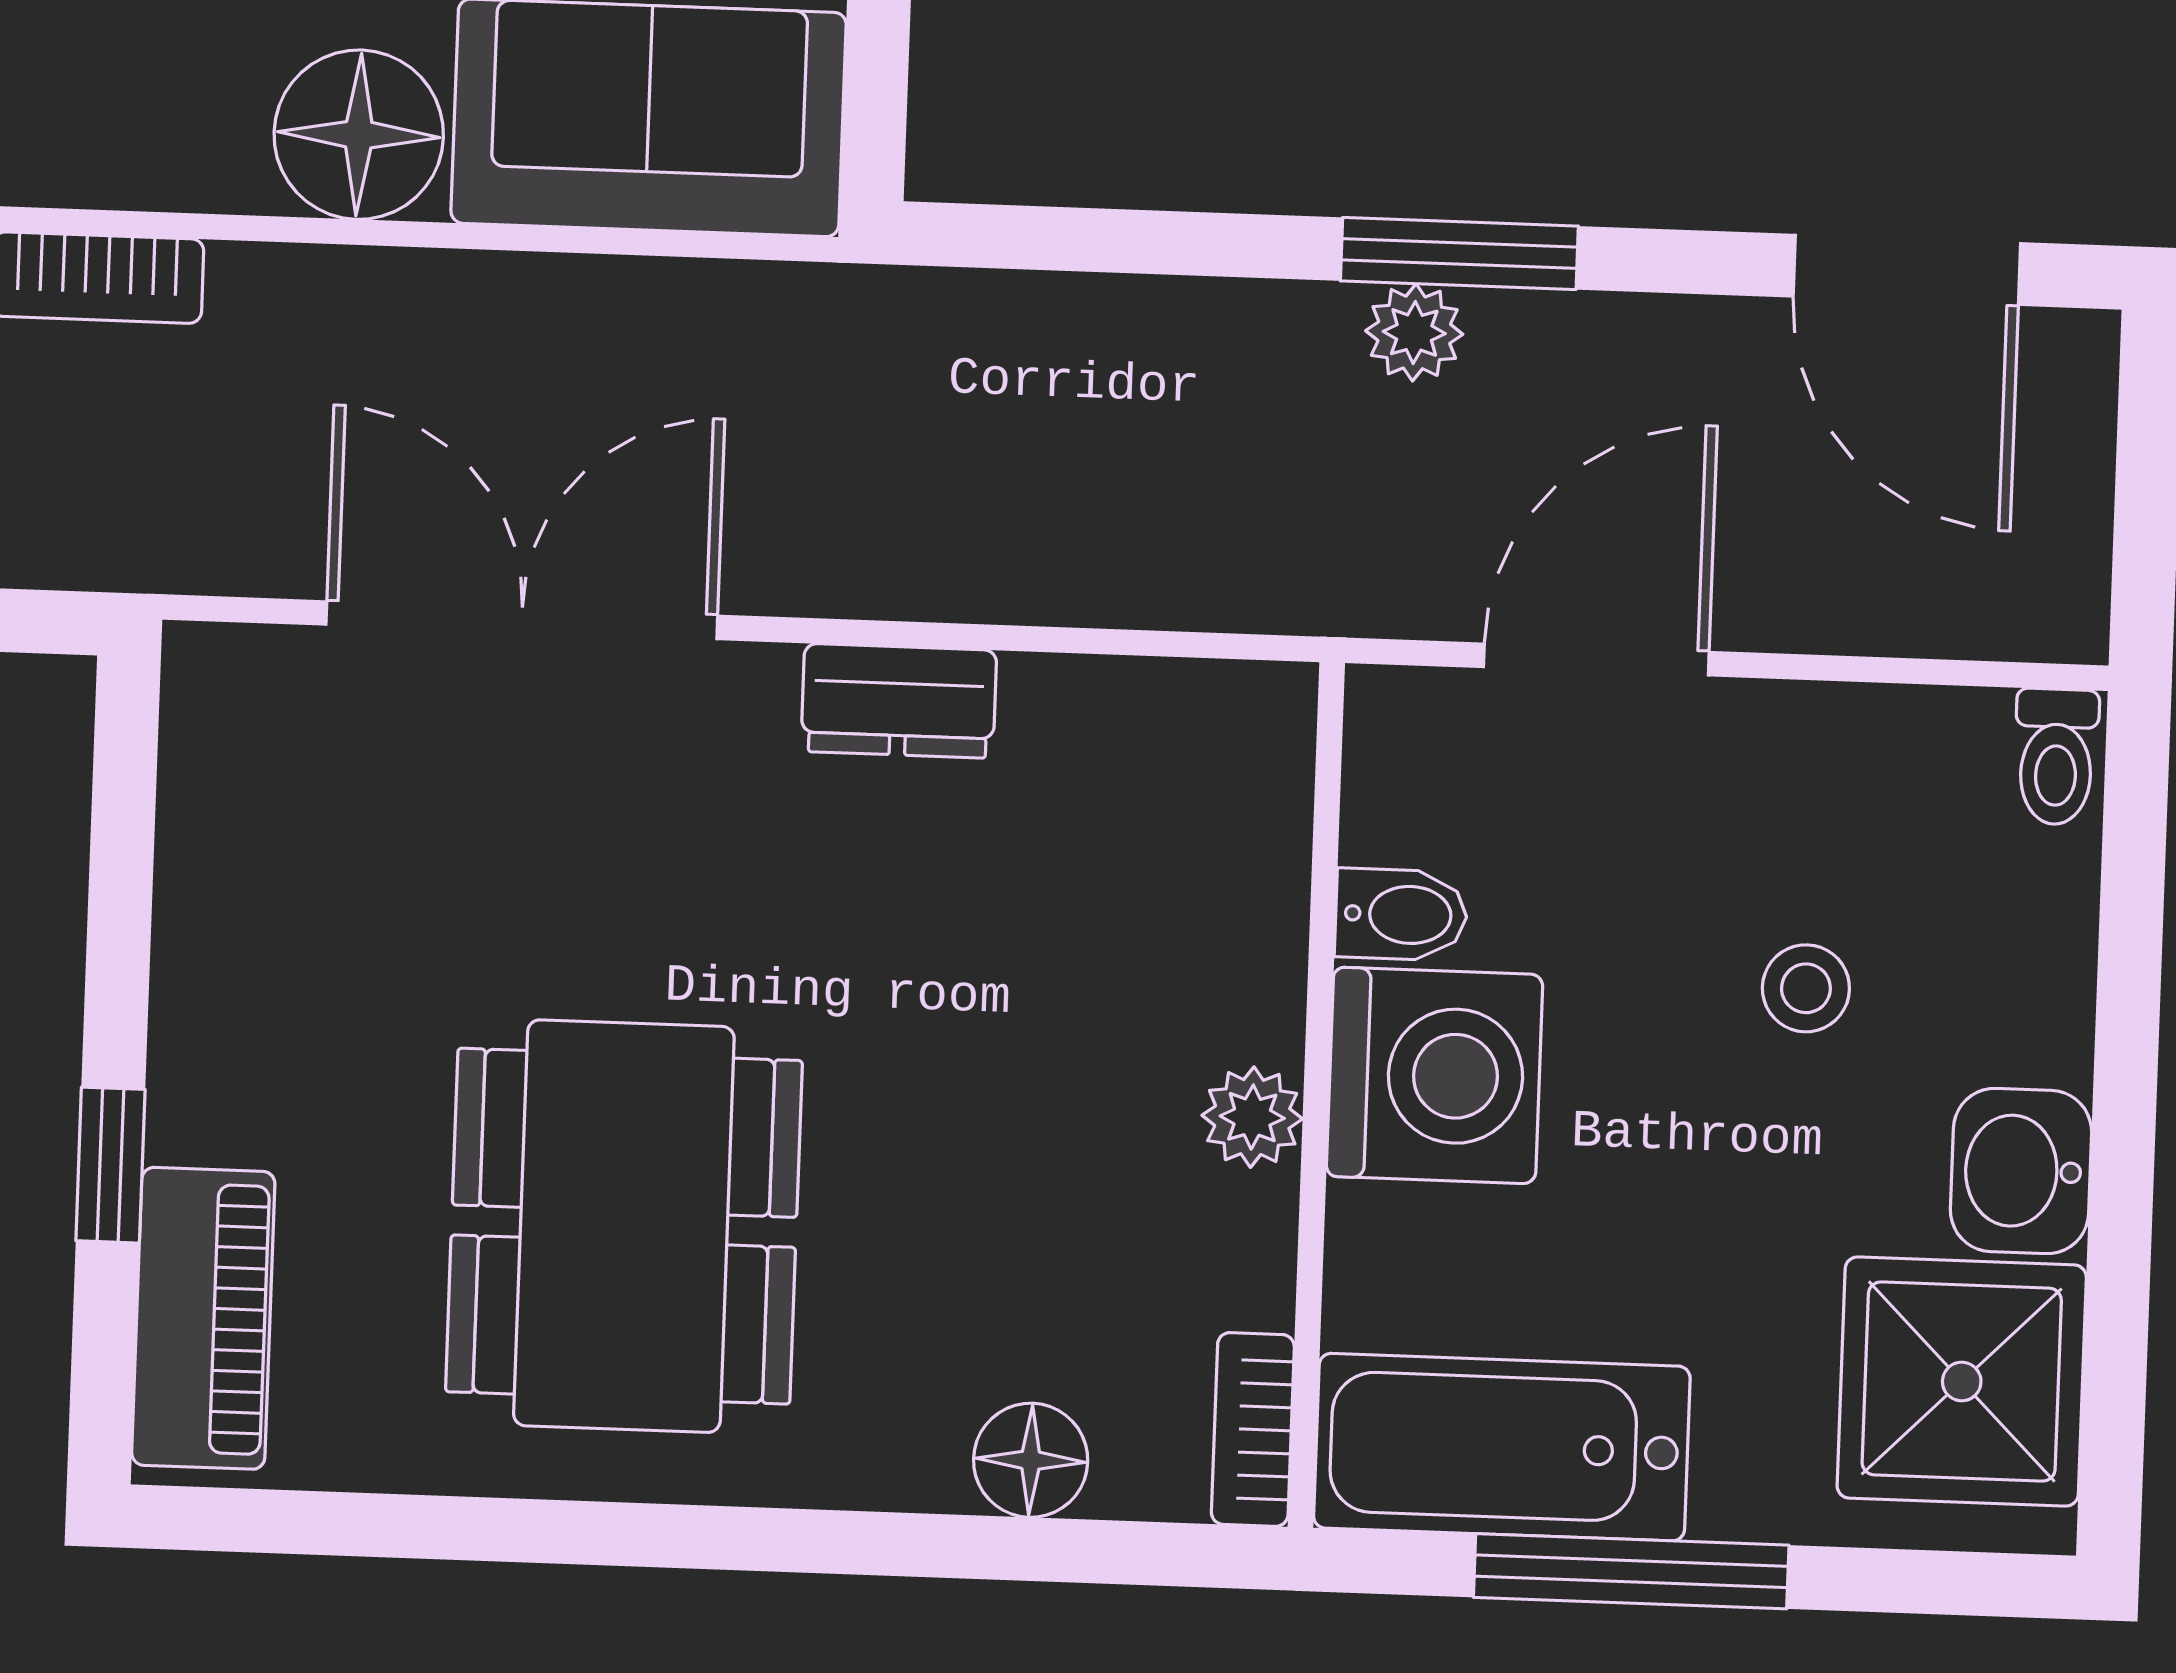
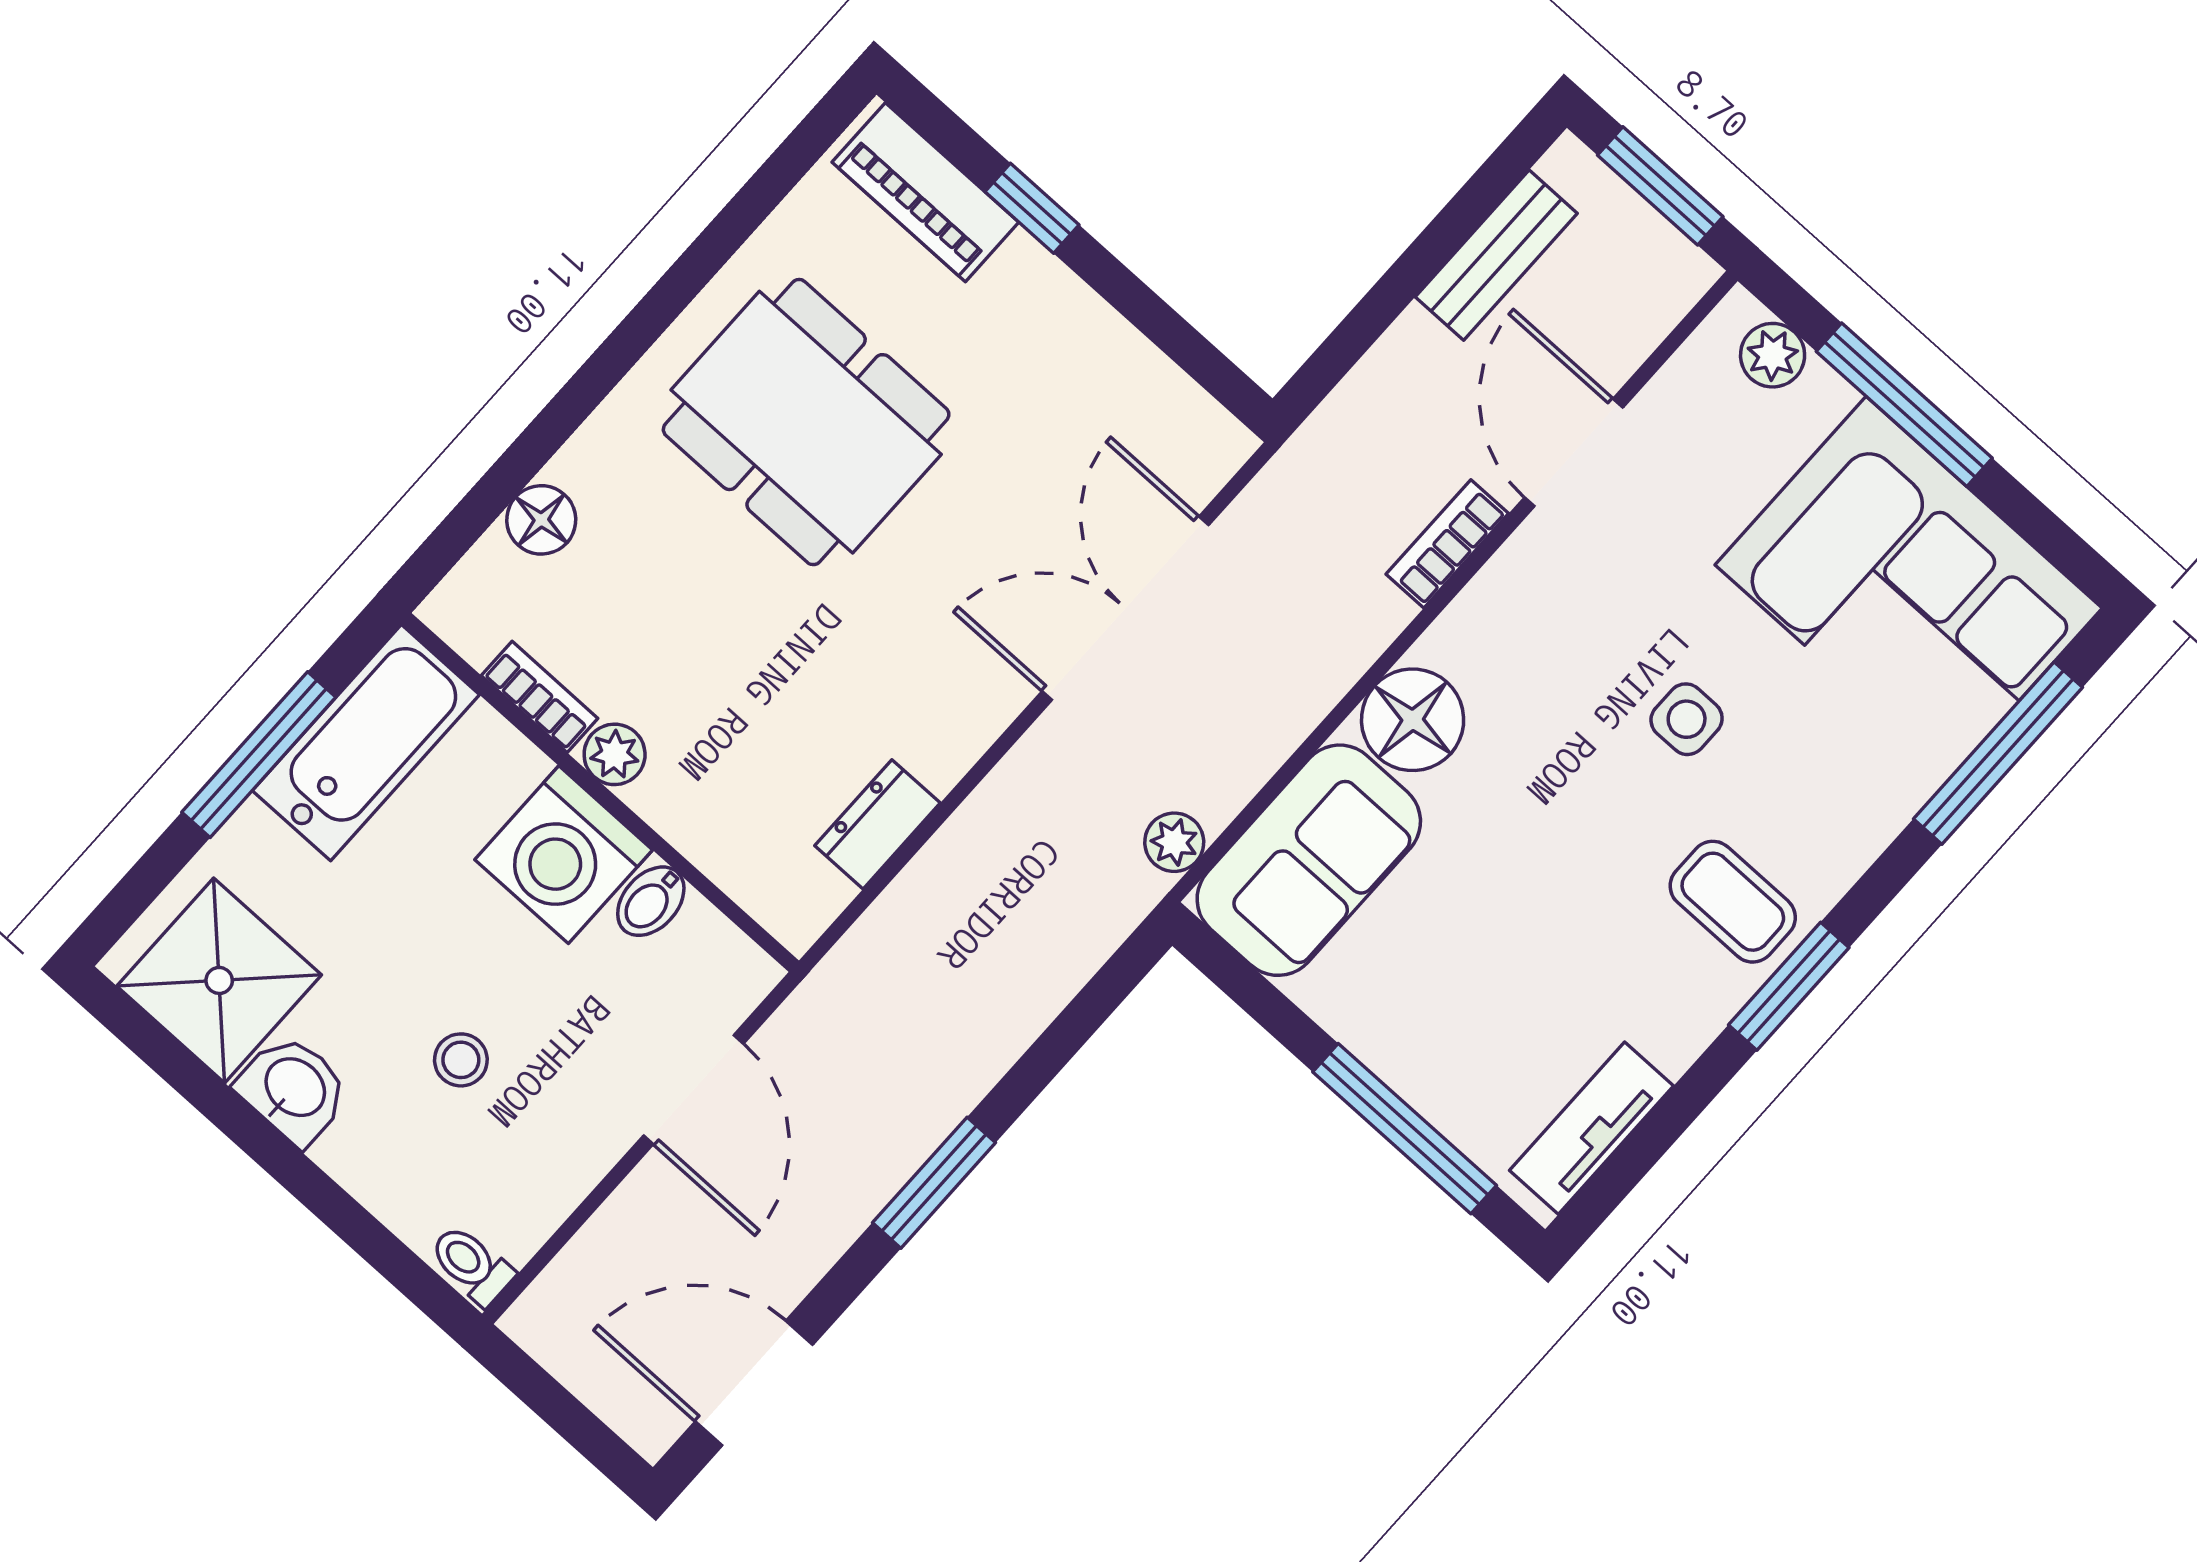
plant: (1414, 332) -> (1174, 842), moved
double door: (522, 620) -> (1125, 608), swing flipped
dresser: (899, 701) -> (878, 824), moved
bookcase: (1253, 1429) -> (540, 697), moved

